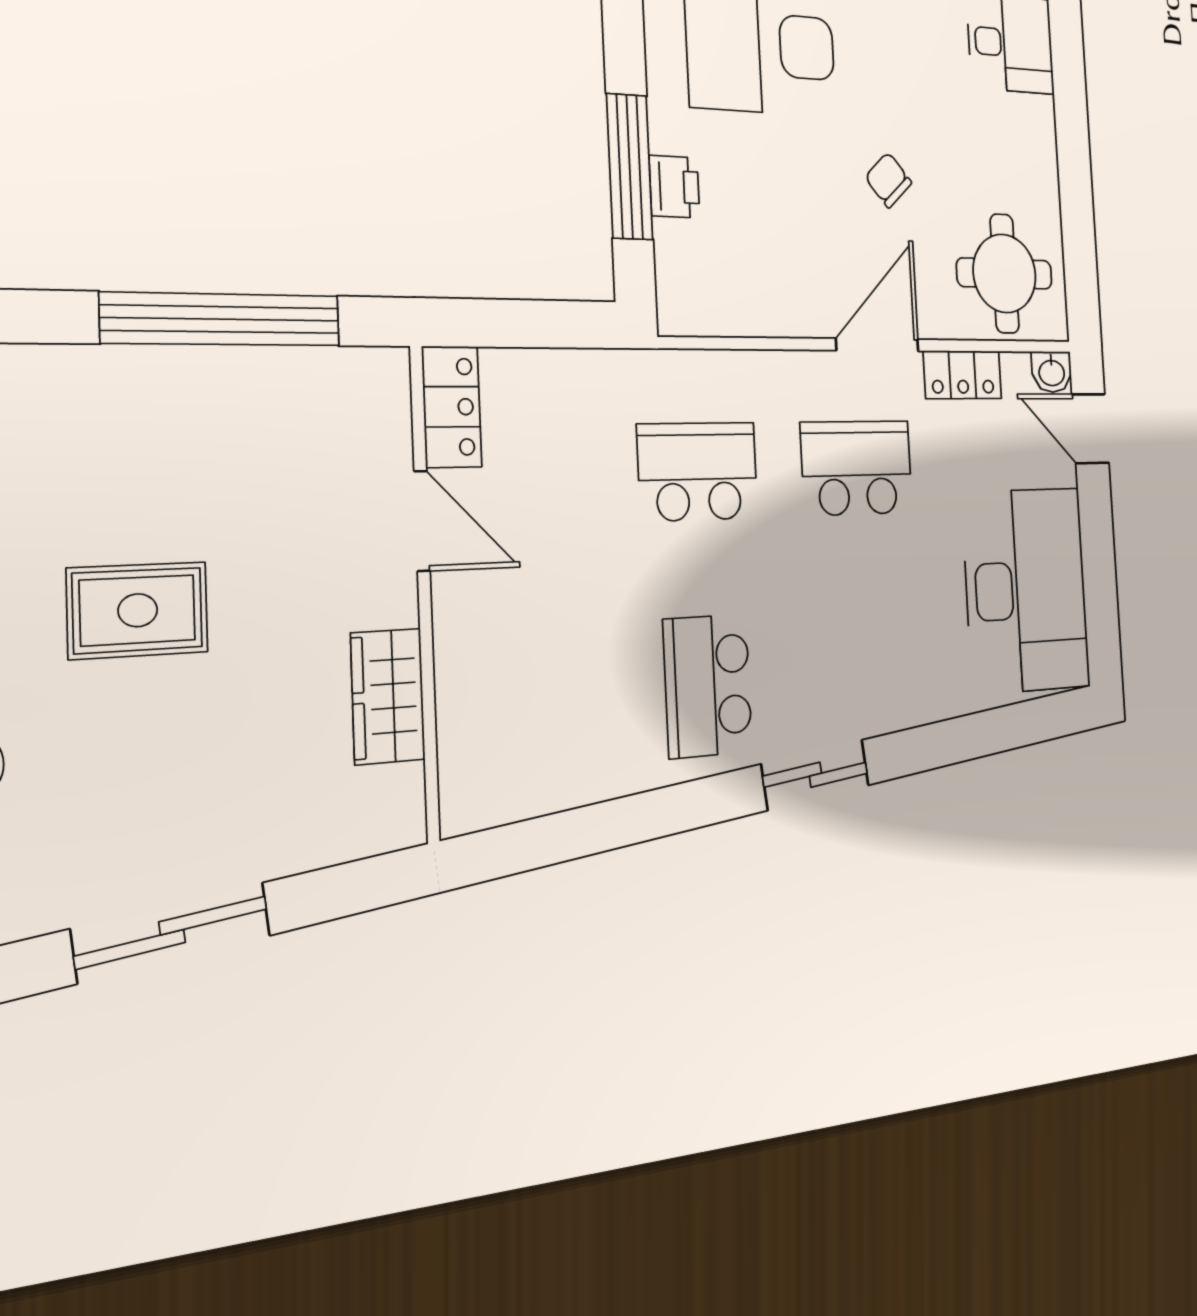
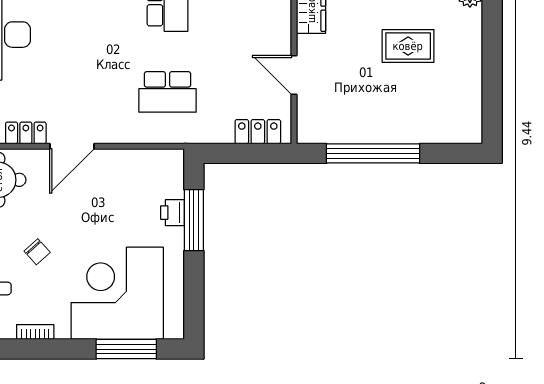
chair: (888, 180) -> (37, 252), moved
locker: (452, 407) -> (258, 132), moved, turned 90
school desk: (857, 468) -> (87, 92), removed

